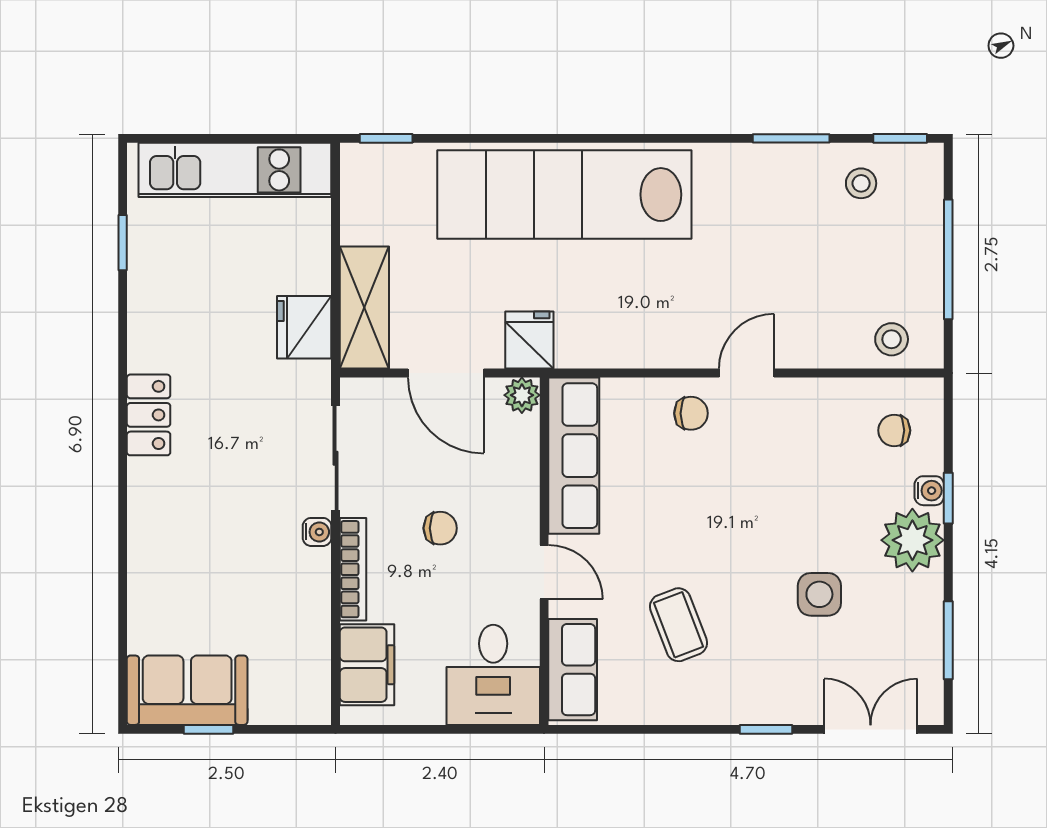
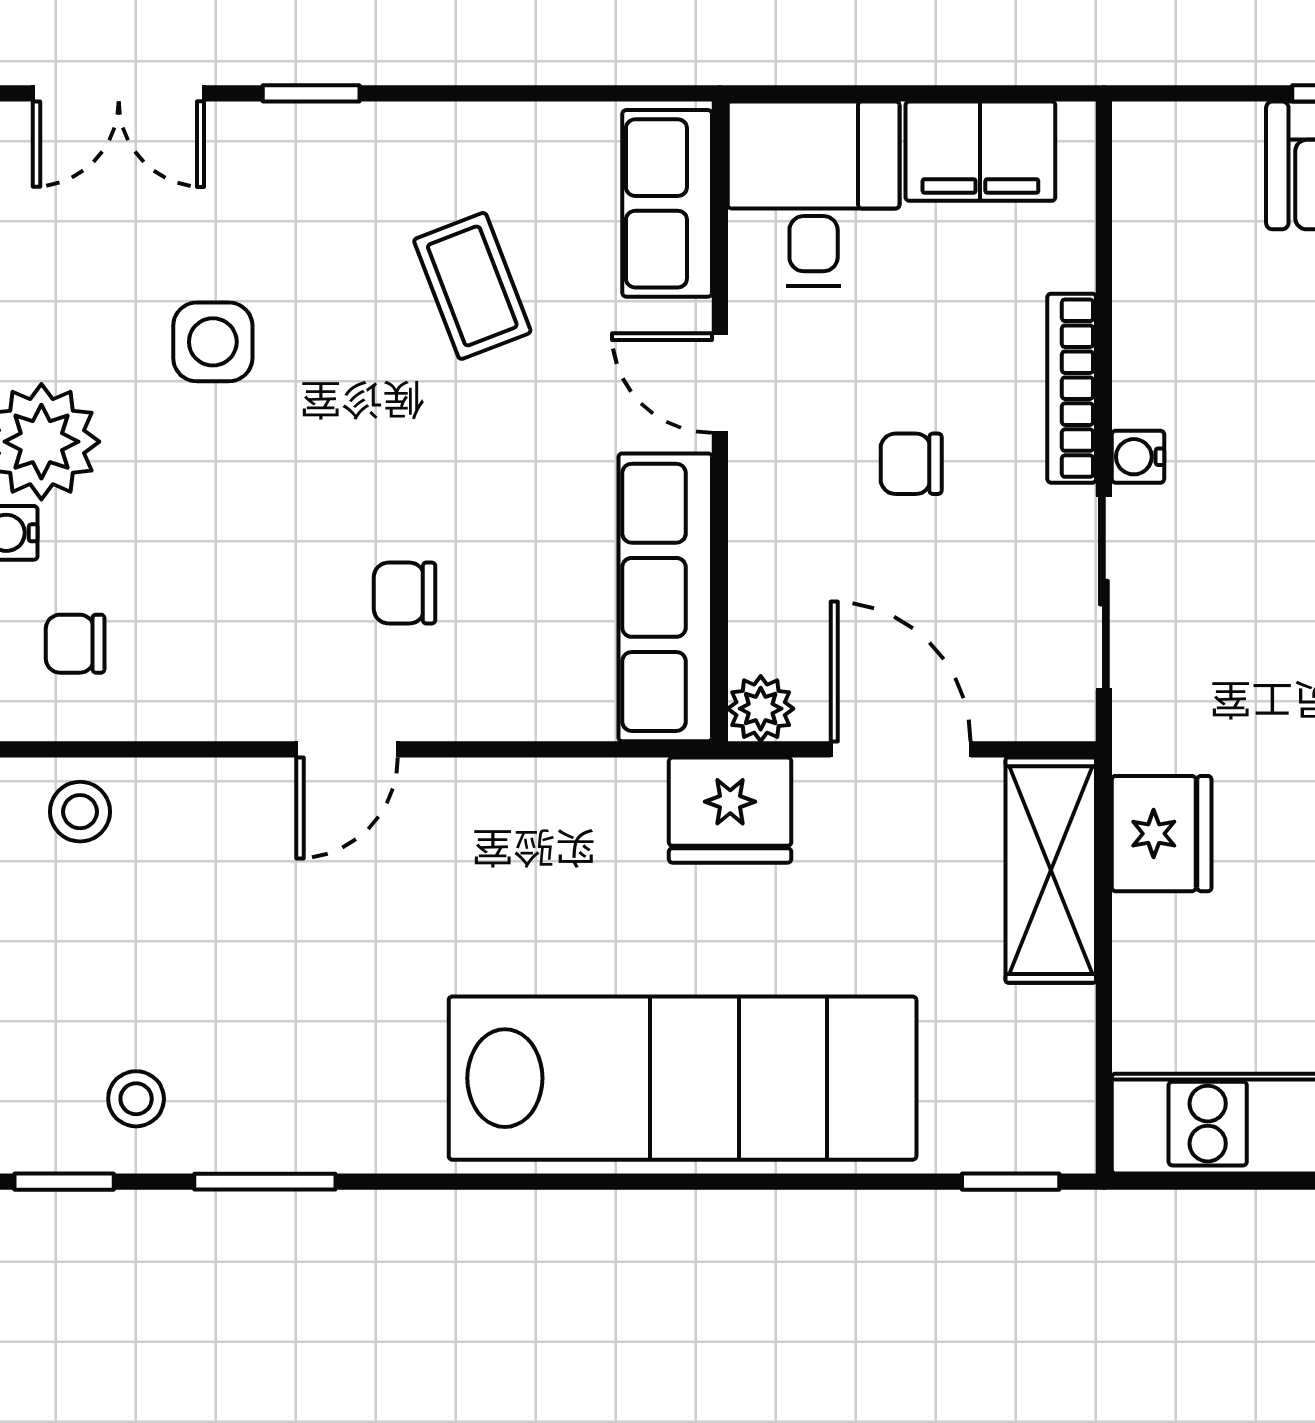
fridge: (529, 340) -> (730, 810), width x1.38
chair: (691, 413) -> (405, 593), moved
chair: (894, 430) -> (75, 644), turned 180
filing cabinet: (367, 665) -> (980, 151), moved, turned -90

